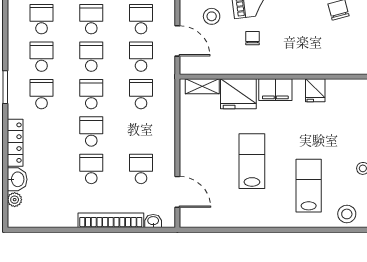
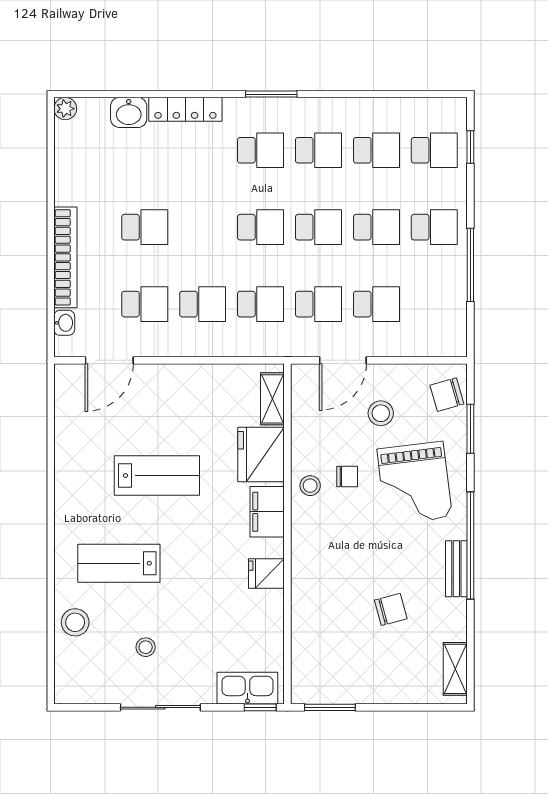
stool: (258, 62) -> (310, 486), added
school desk: (91, 132) -> (203, 304), moved
lab bench: (309, 186) -> (119, 563), turned 180
plant: (15, 200) -> (65, 109), moved

